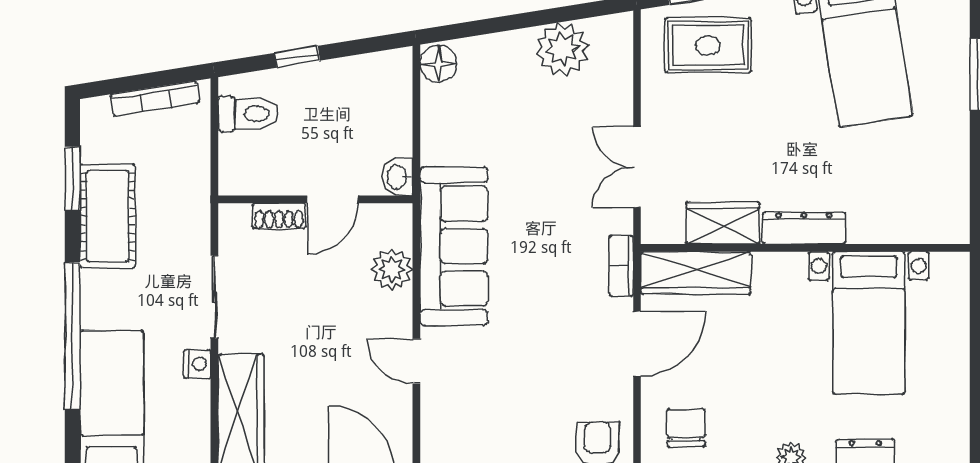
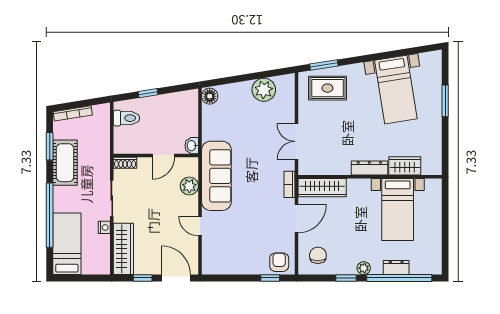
bookcase: (155, 98) -> (73, 113), moved
shoe rack: (279, 216) -> (125, 163), moved
wardrobe: (723, 223) -> (405, 166), moved

